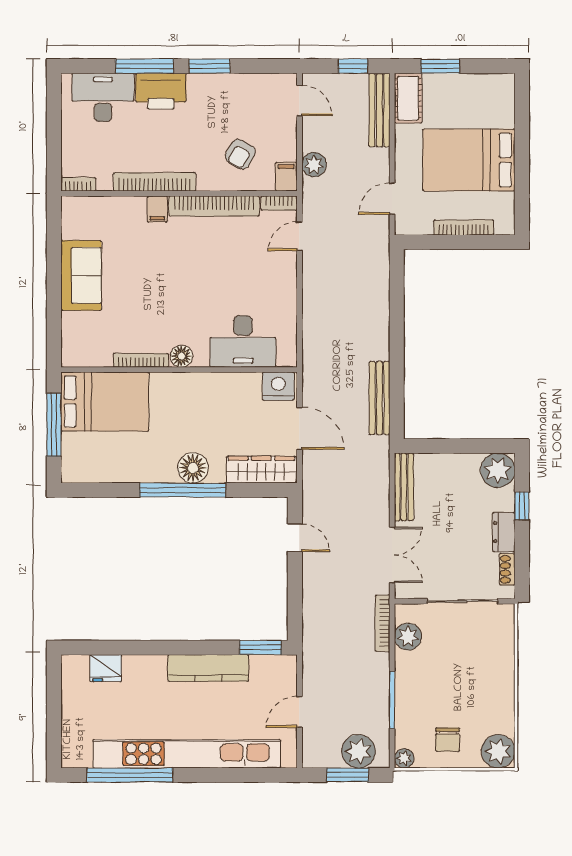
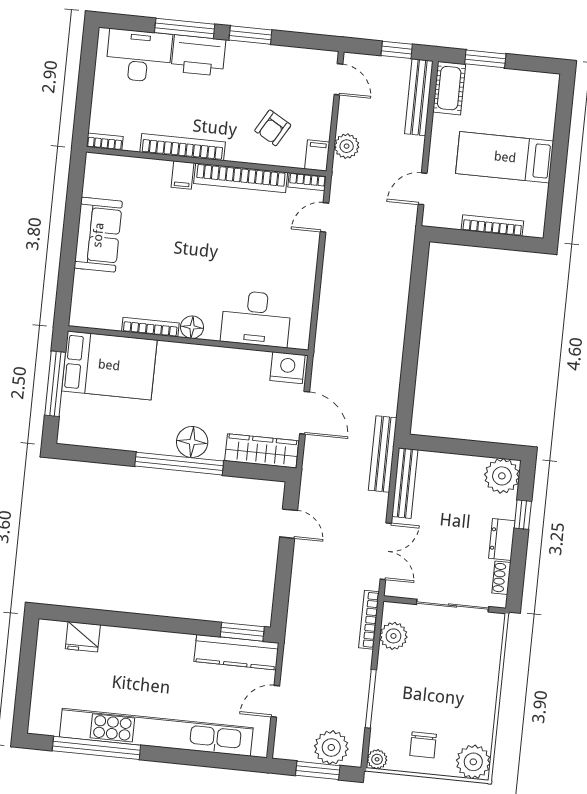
bed: (469, 160) -> (505, 157), width x0.67
bench: (380, 398) -> (383, 454), moved
kitchen counter: (208, 668) -> (236, 652), moved

